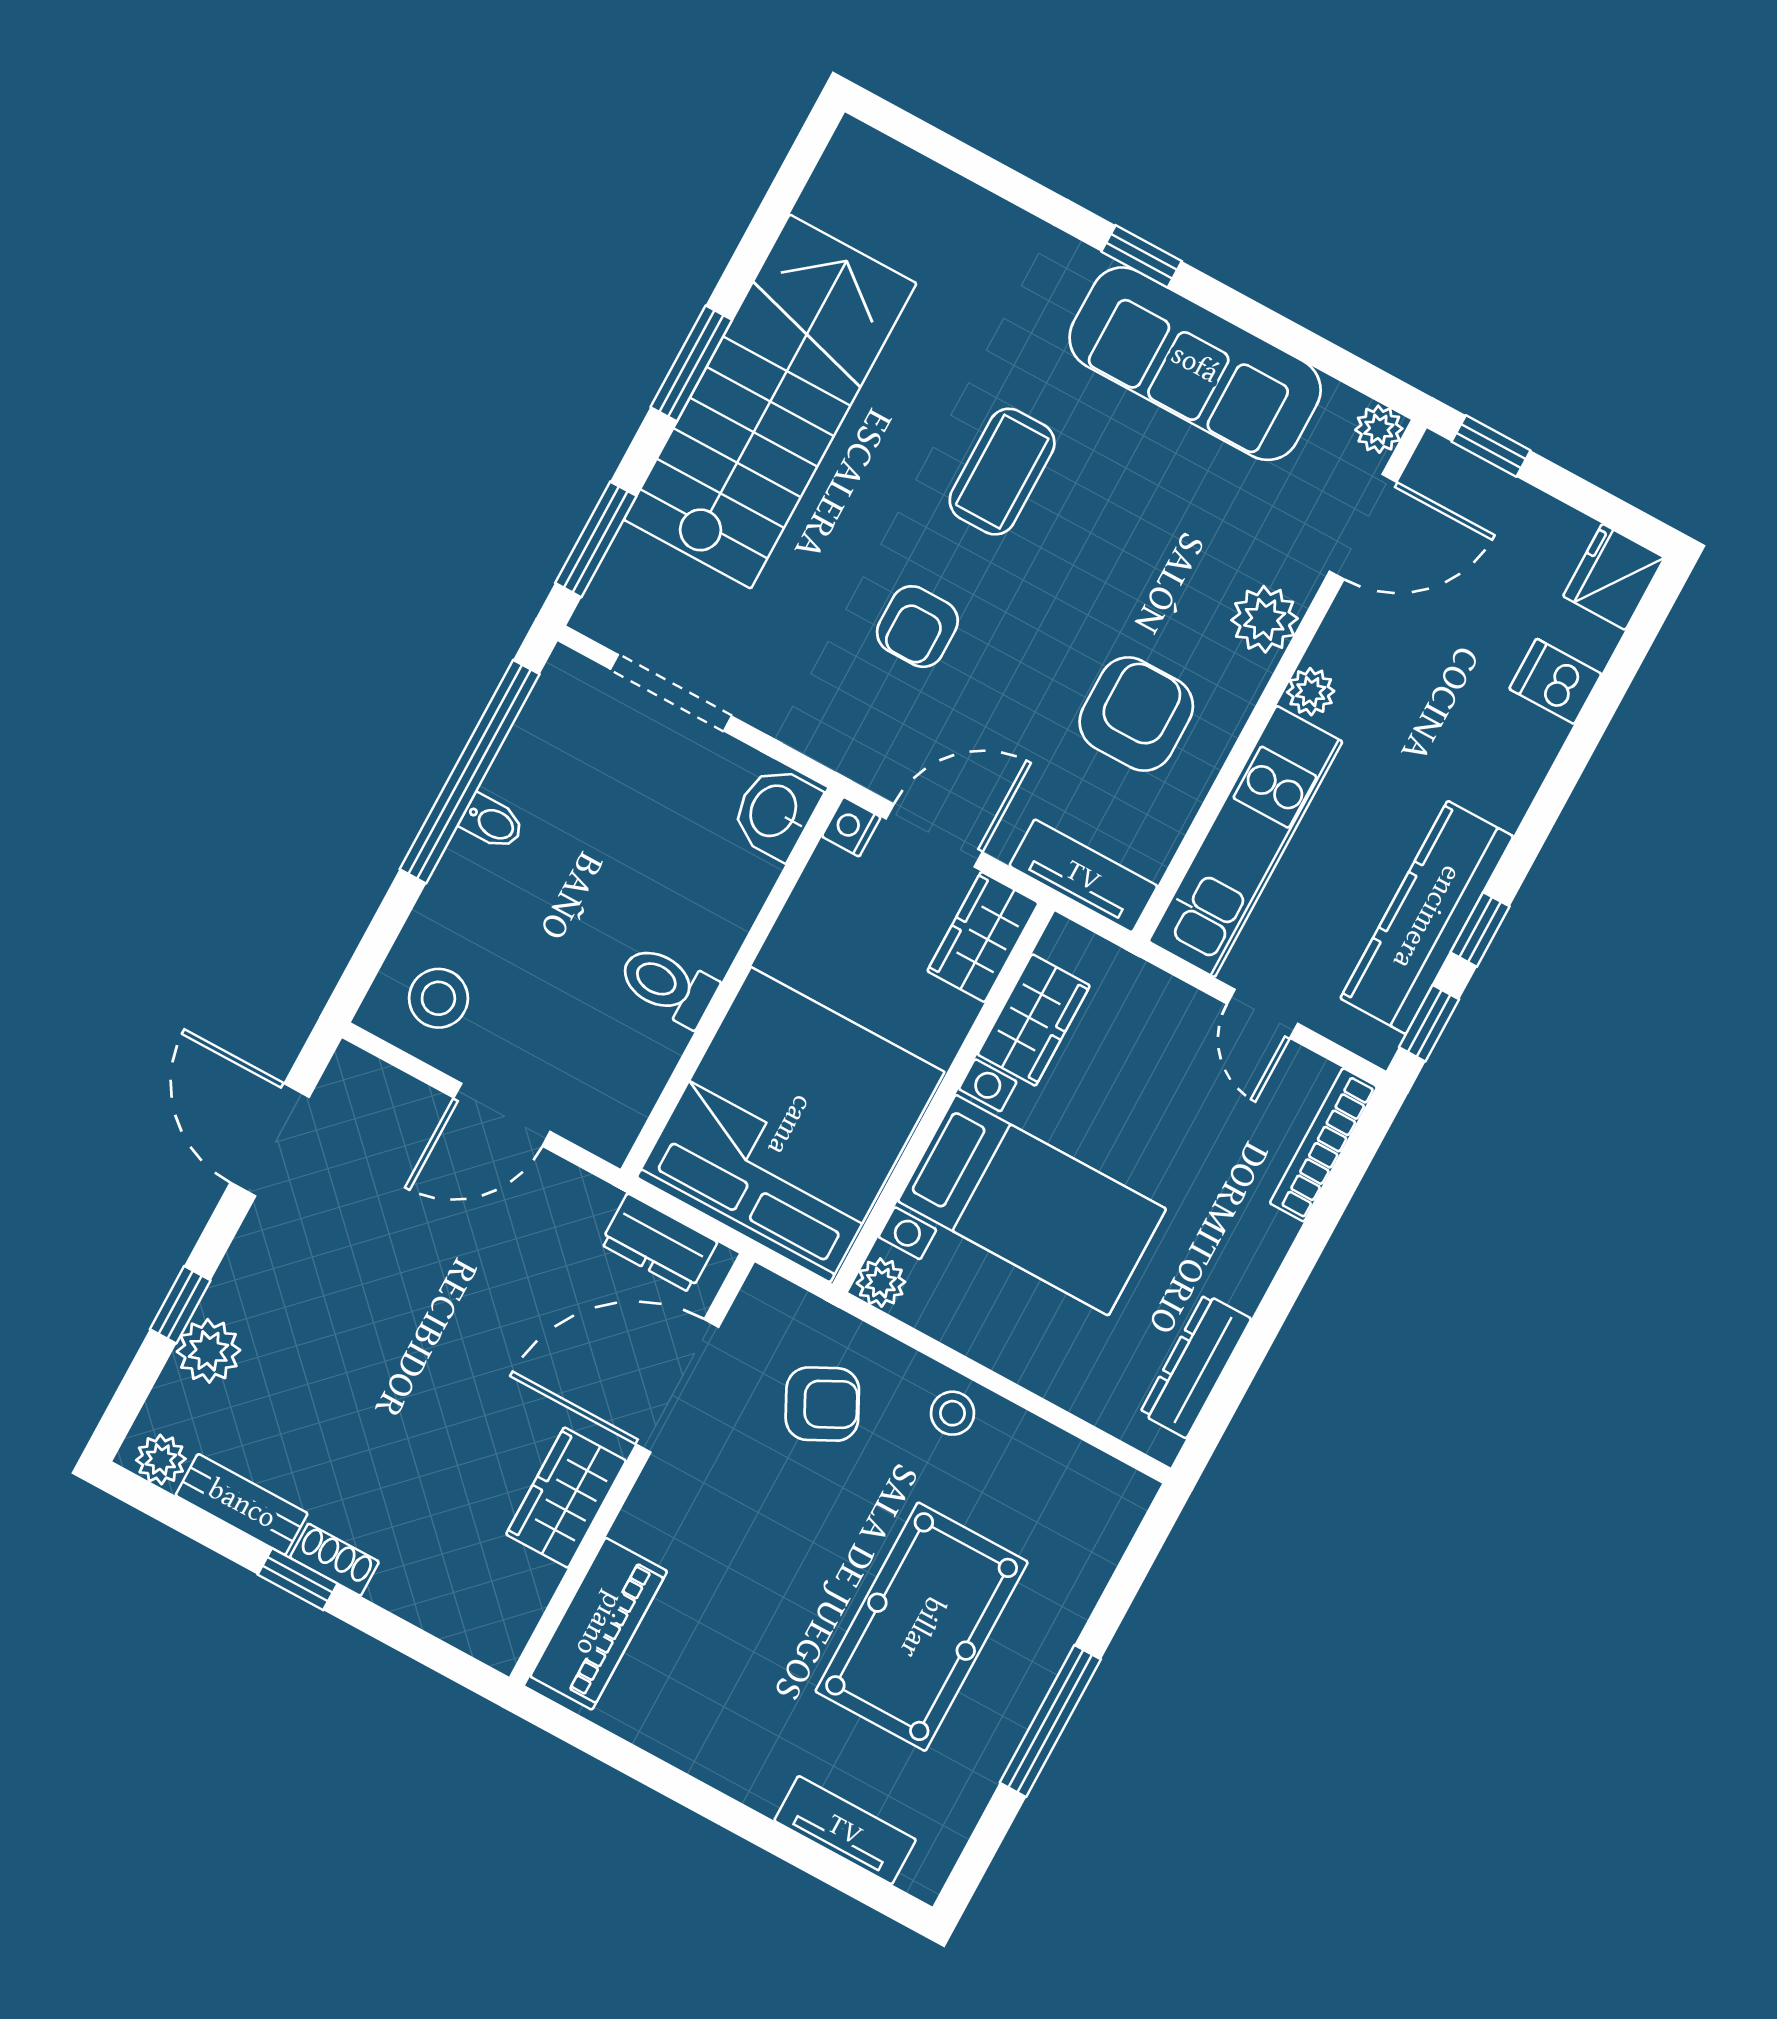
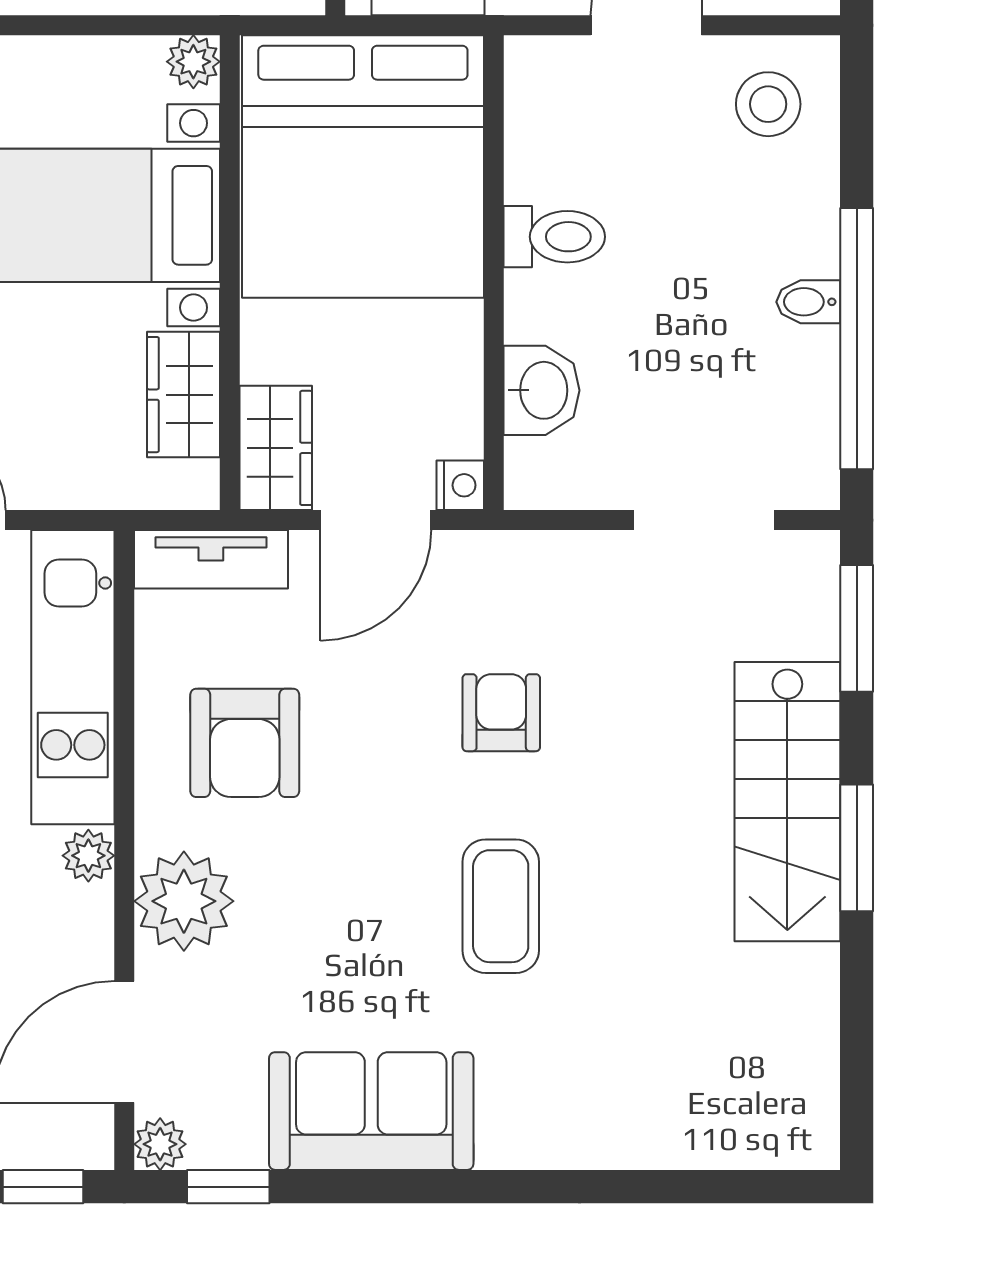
window: (1142, 256) -> (228, 1187), moved
sofa: (1195, 364) -> (371, 1111), width x0.73
stairs: (770, 402) -> (787, 802), width x0.73, depth x0.66
plant: (1265, 619) -> (184, 901), width x1.36, depth x1.36
washbasin: (775, 812) -> (541, 390), moved

